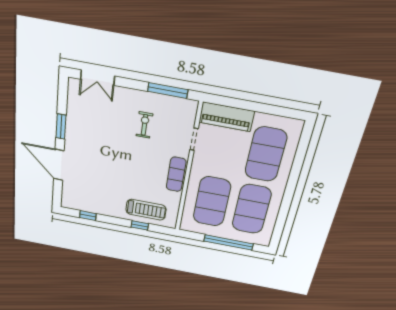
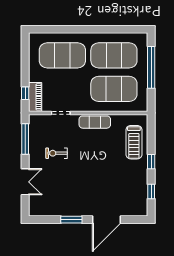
double door: (97, 78) -> (25, 182), moved
window: (227, 102) -> (25, 93), added
piano: (227, 117) -> (35, 97), width x0.73, depth x0.75
treadmill: (146, 210) -> (134, 142), turned 180
window: (140, 225) -> (151, 162), moved

